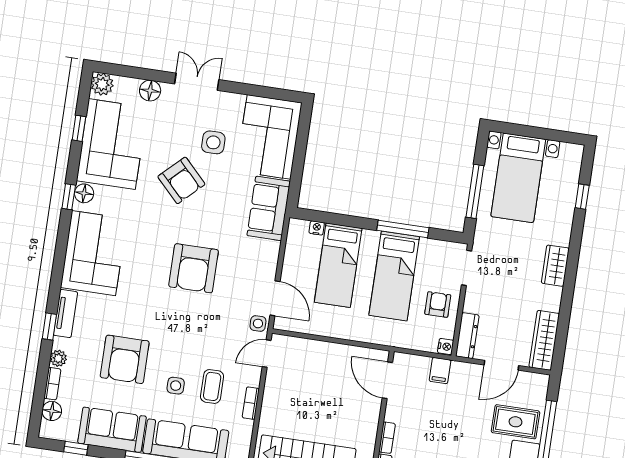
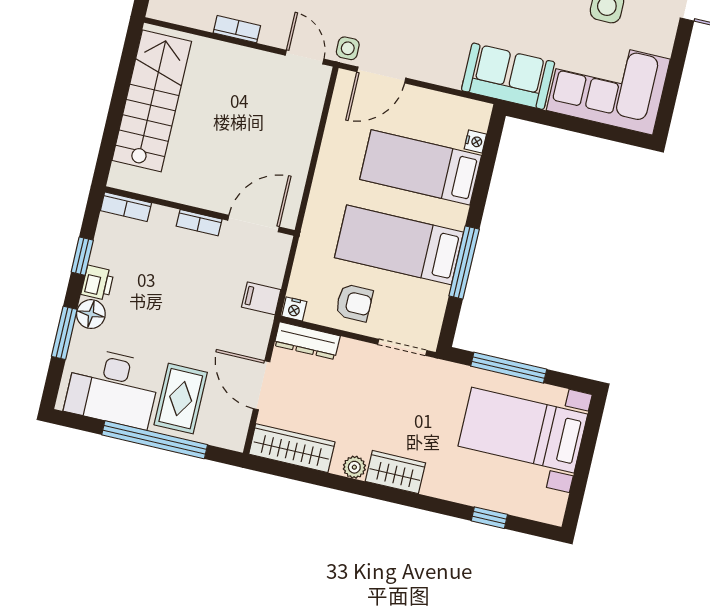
plant: (554, 295) -> (354, 467), added
bookcase: (387, 438) -> (199, 223), moved

